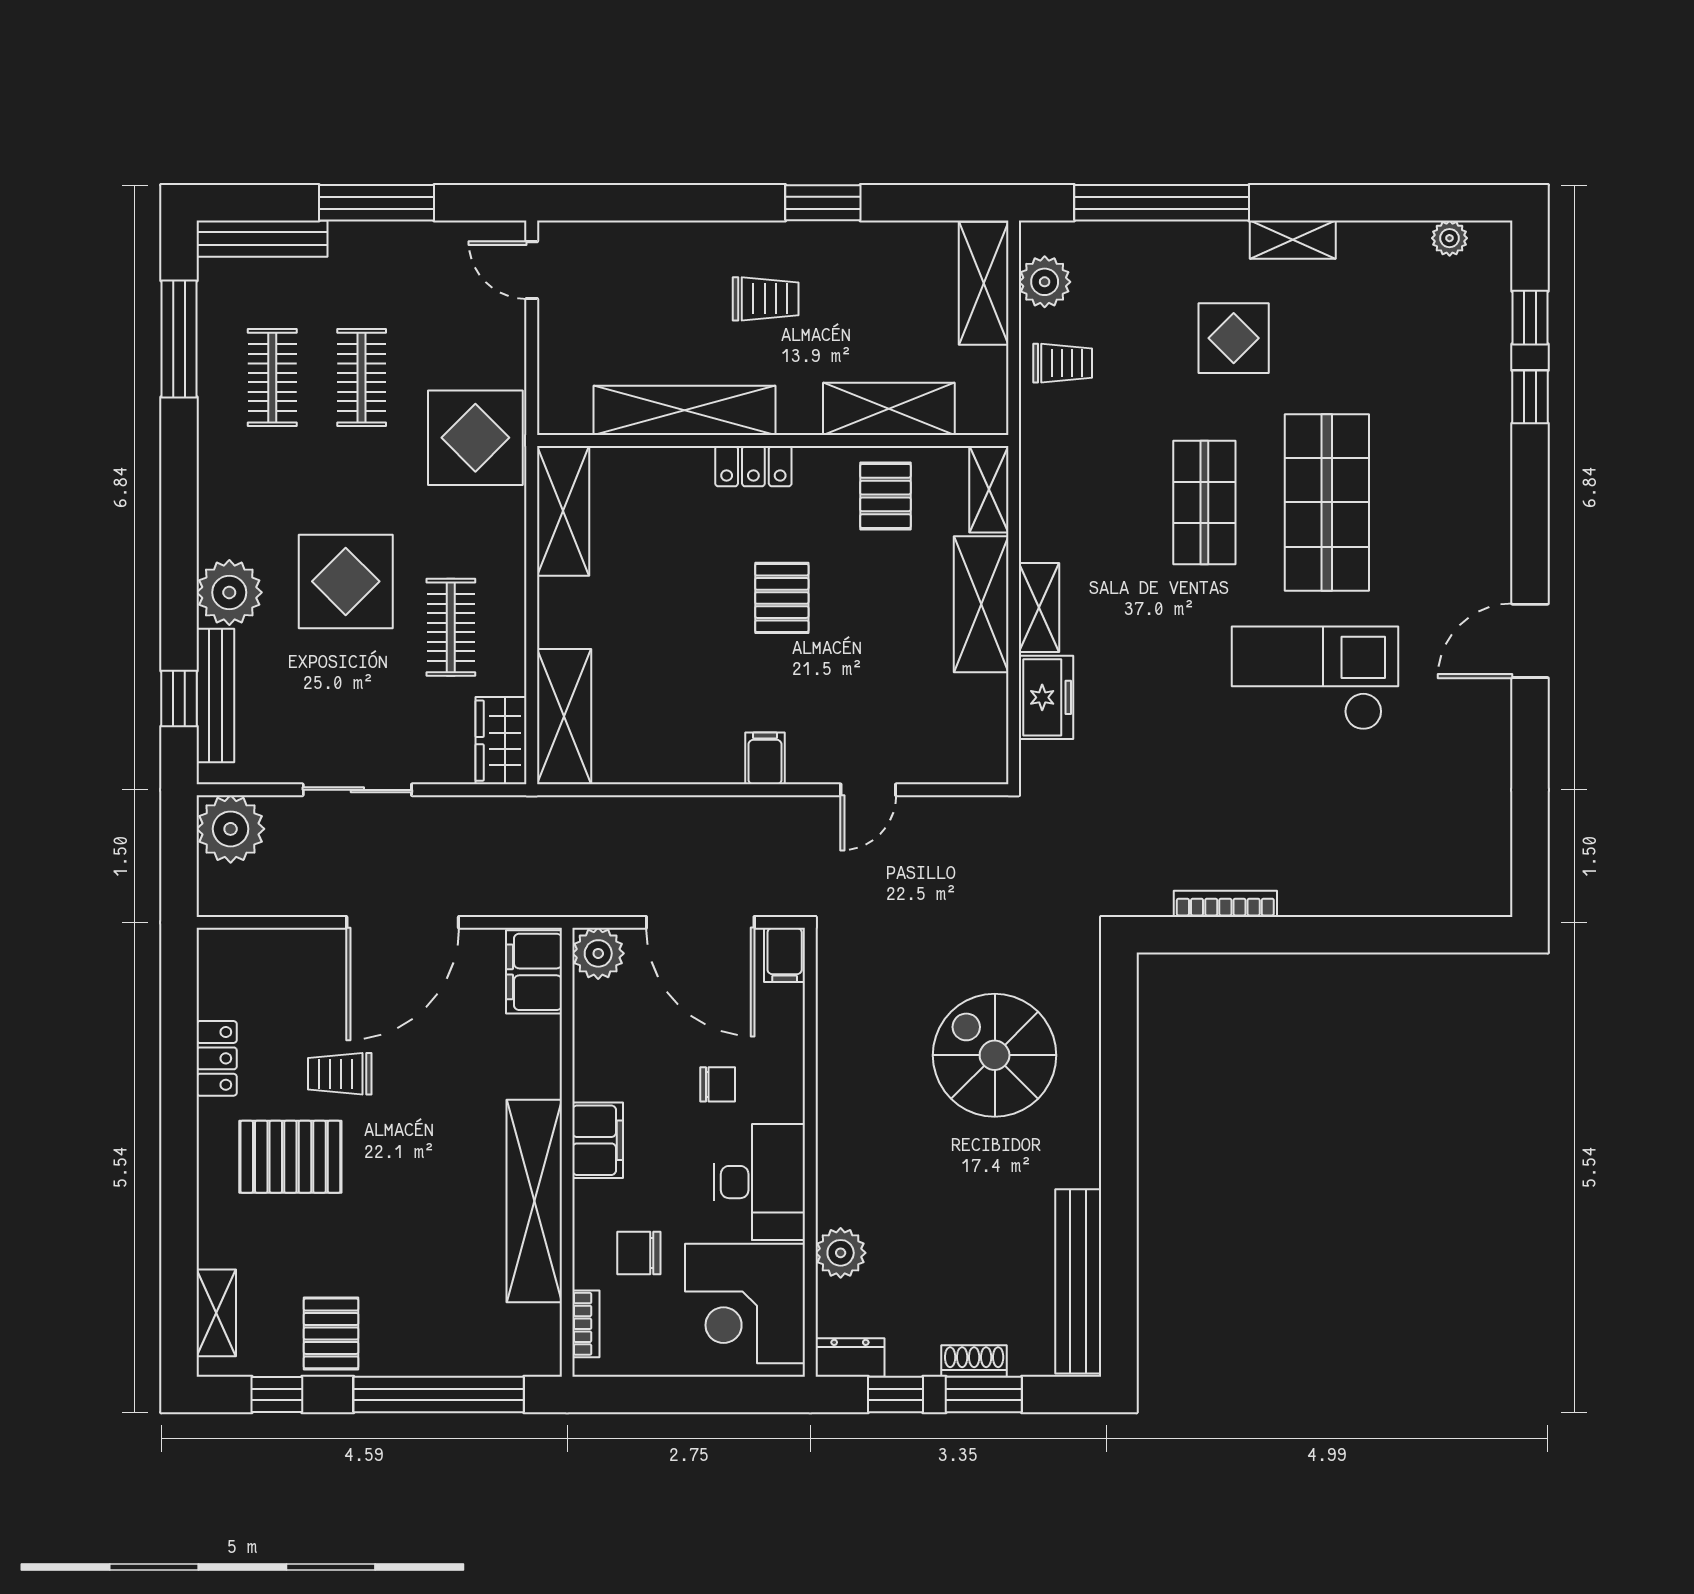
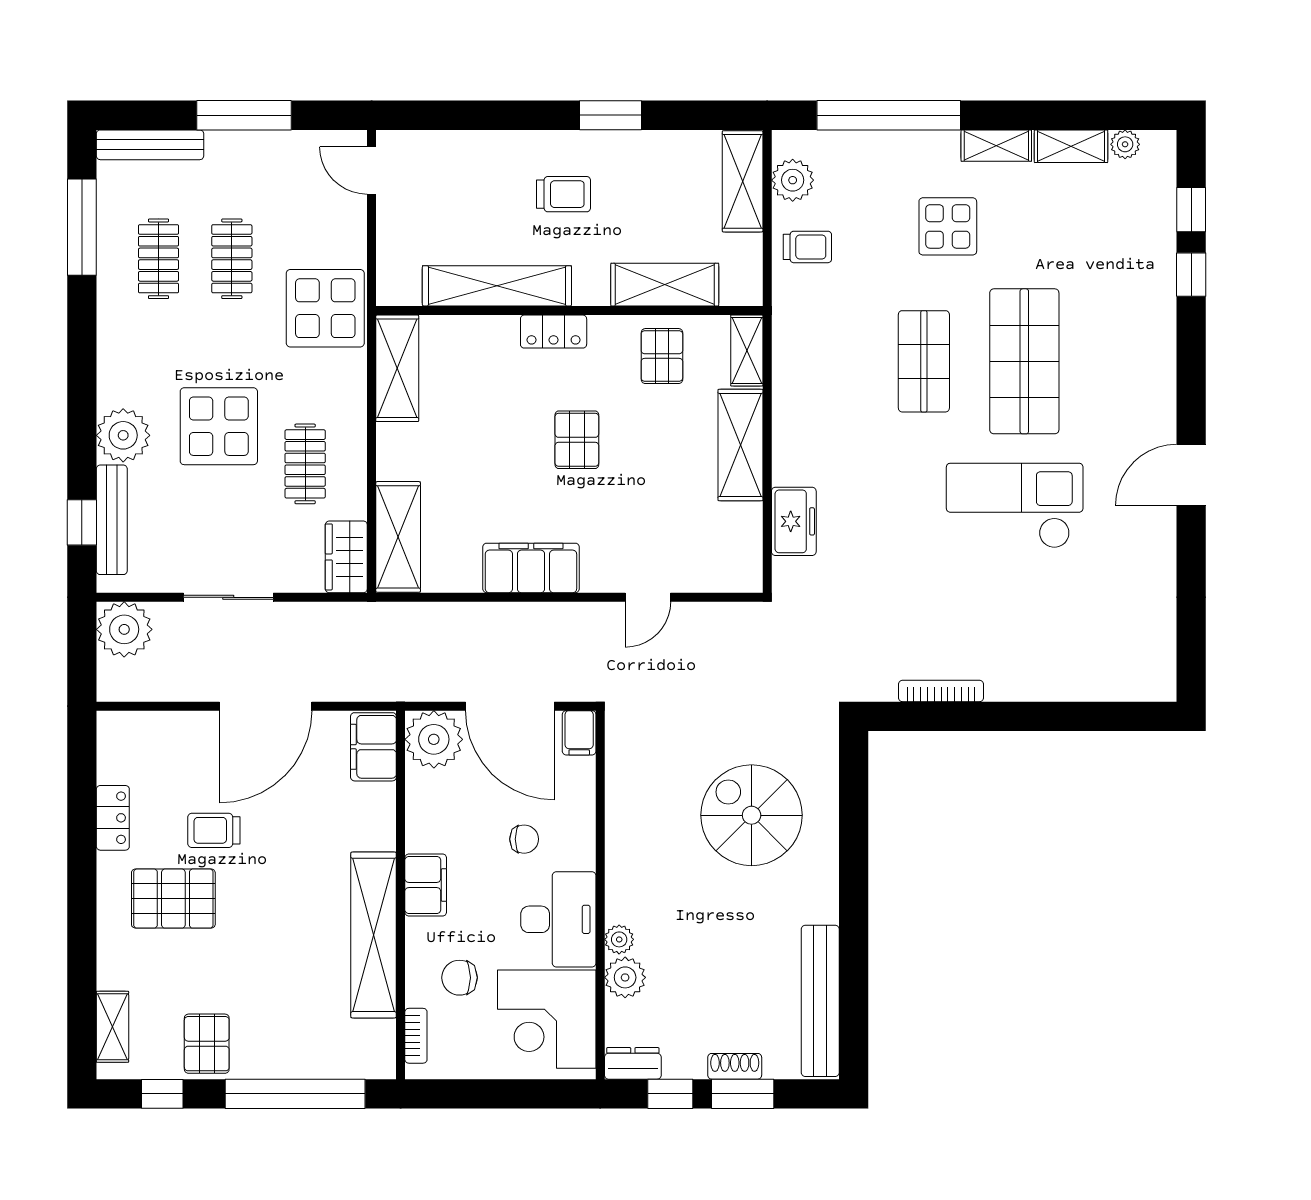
shelving: (1039, 608) -> (1071, 146), moved, turned 90
filing cabinet: (765, 758) -> (531, 568), width x3.00, depth x1.17
plant: (598, 953) -> (434, 739), width x1.36, depth x1.36
plant: (833, 1207) -> (619, 939), added

